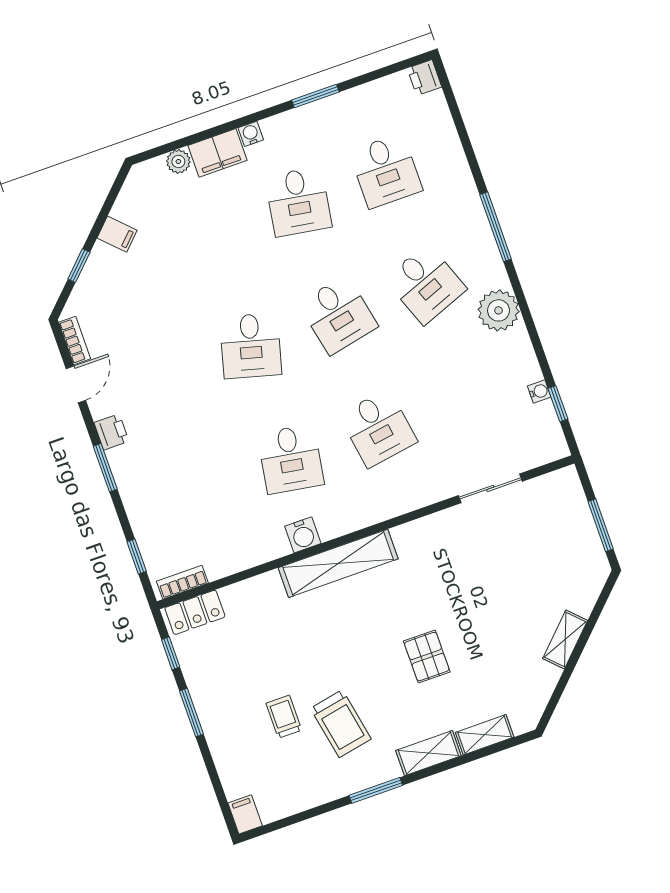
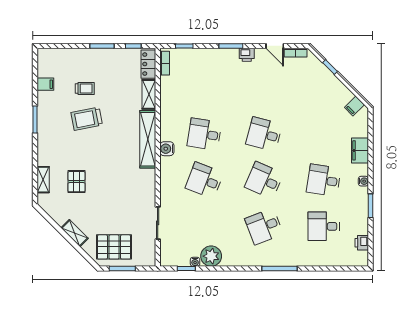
printer: (424, 78) -> (362, 243), moved, turned -90
water cooler: (251, 134) -> (363, 181), moved
plant: (178, 161) -> (362, 131), removed
filing cabinet: (117, 234) -> (354, 106), moved
plant: (499, 310) -> (211, 256), moved
desk: (338, 315) -> (264, 180), turned 36
desk: (378, 428) -> (204, 180), turned 30
water cooler: (303, 535) -> (167, 149), moved
pallet: (565, 555) -> (114, 247), added
pallet: (427, 657) -> (76, 182), moved, turned 90
trolley: (341, 724) -> (87, 119), moved
shelving: (428, 753) -> (149, 94), moved
filing cabinet: (245, 814) -> (45, 84), moved

